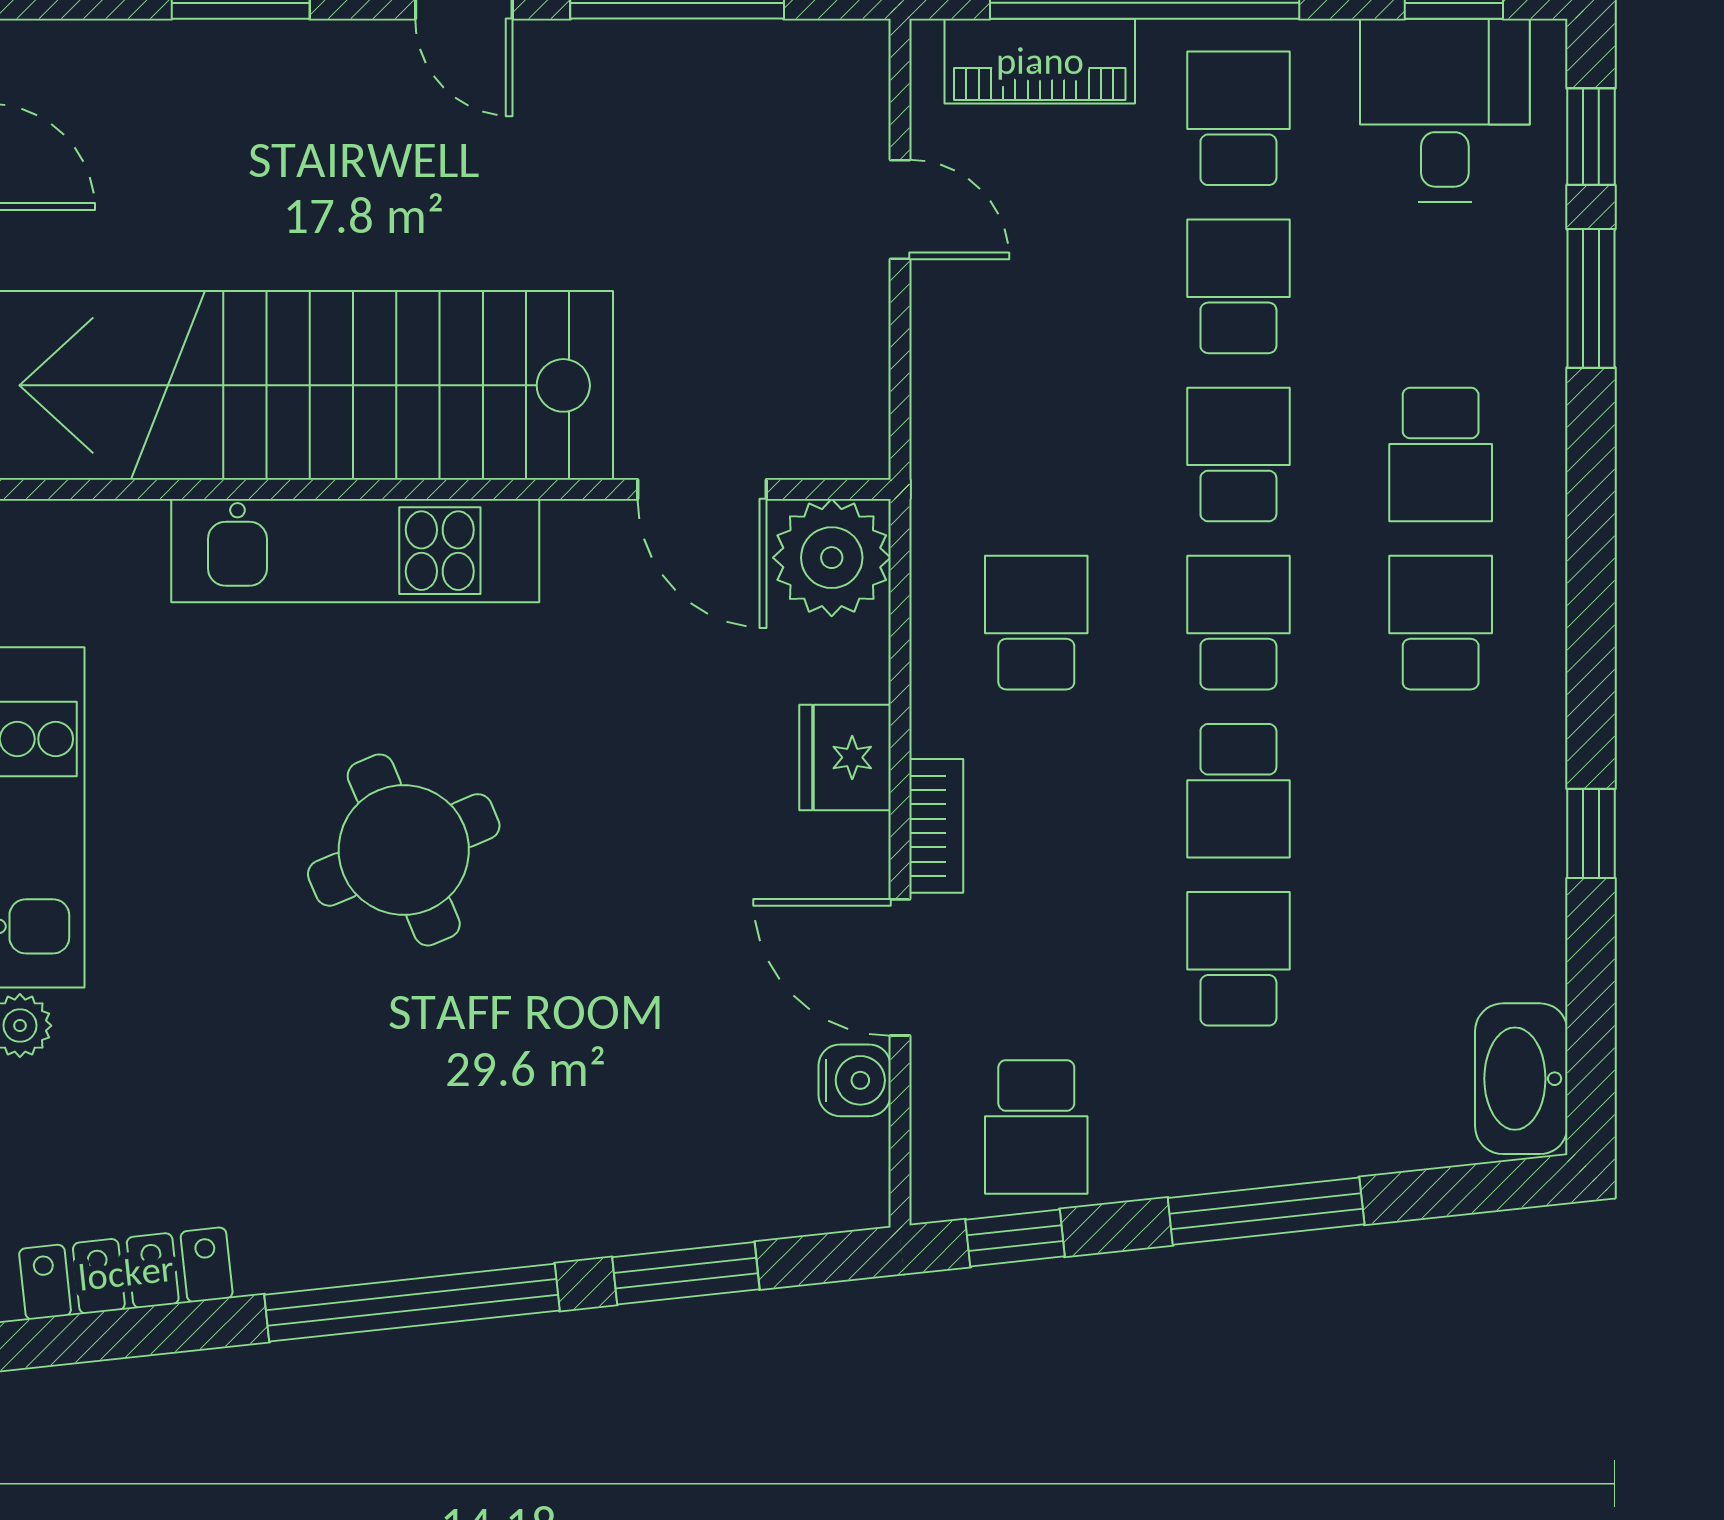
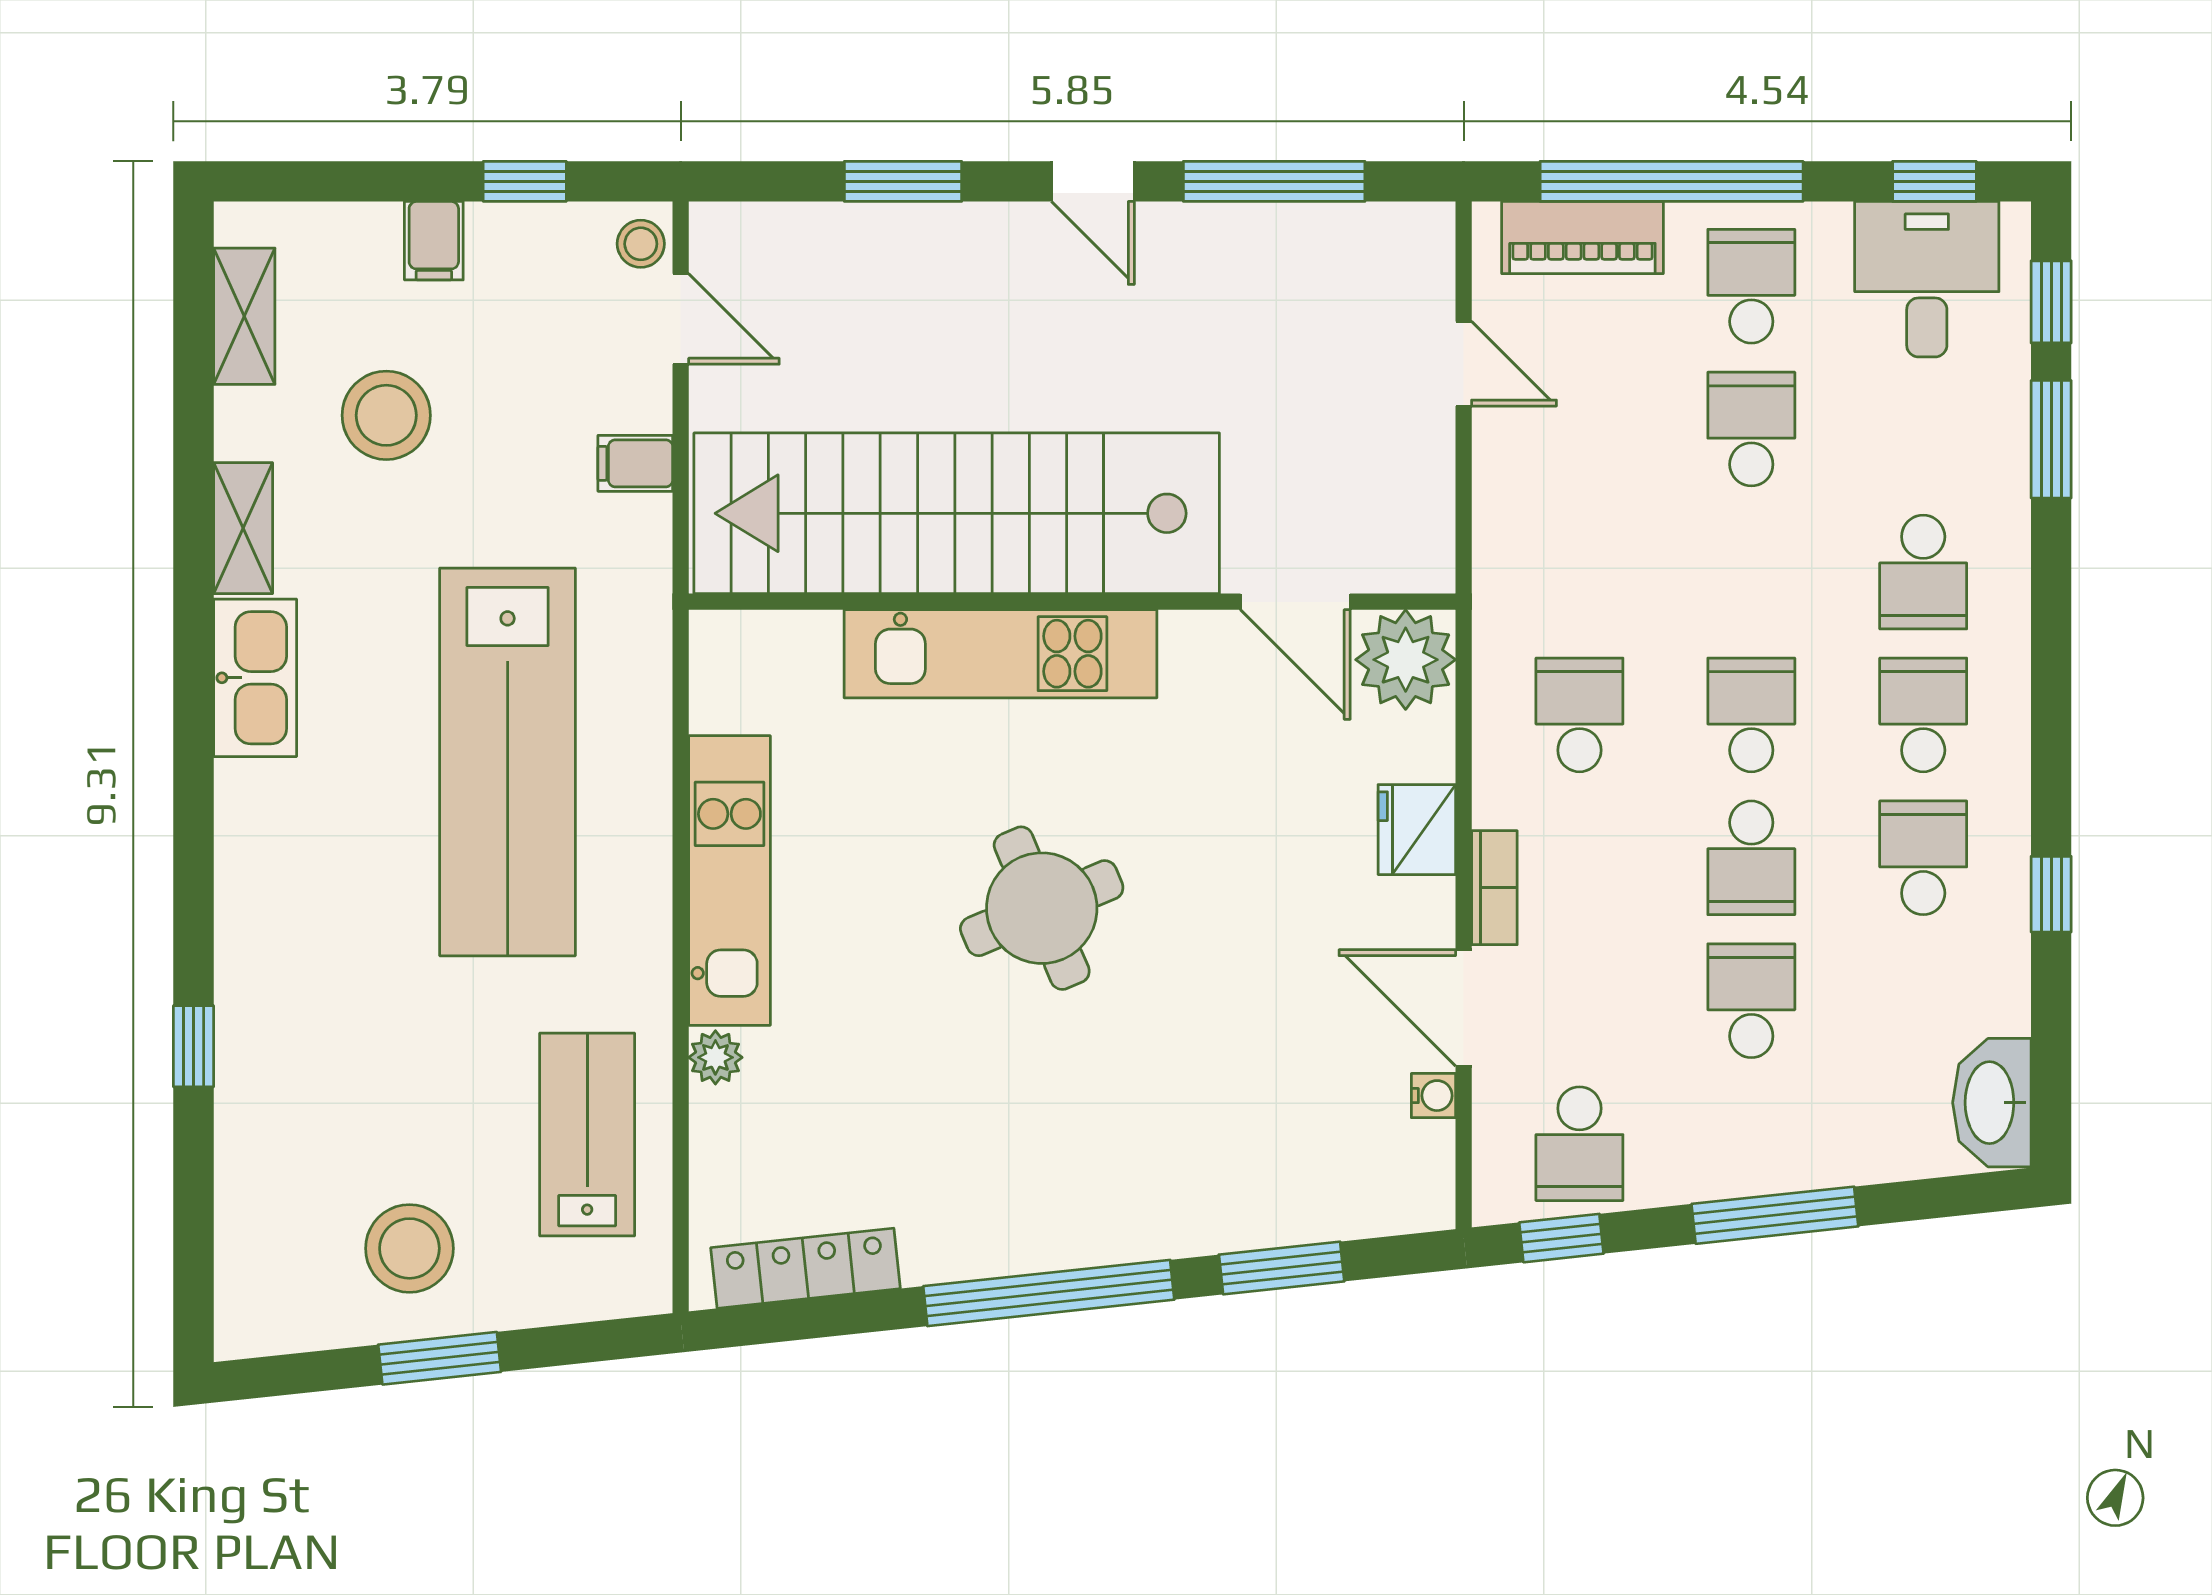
school desk: (1238, 455) -> (1923, 858), moved
water cooler: (855, 1080) -> (1433, 1096), width x0.72, depth x0.72

